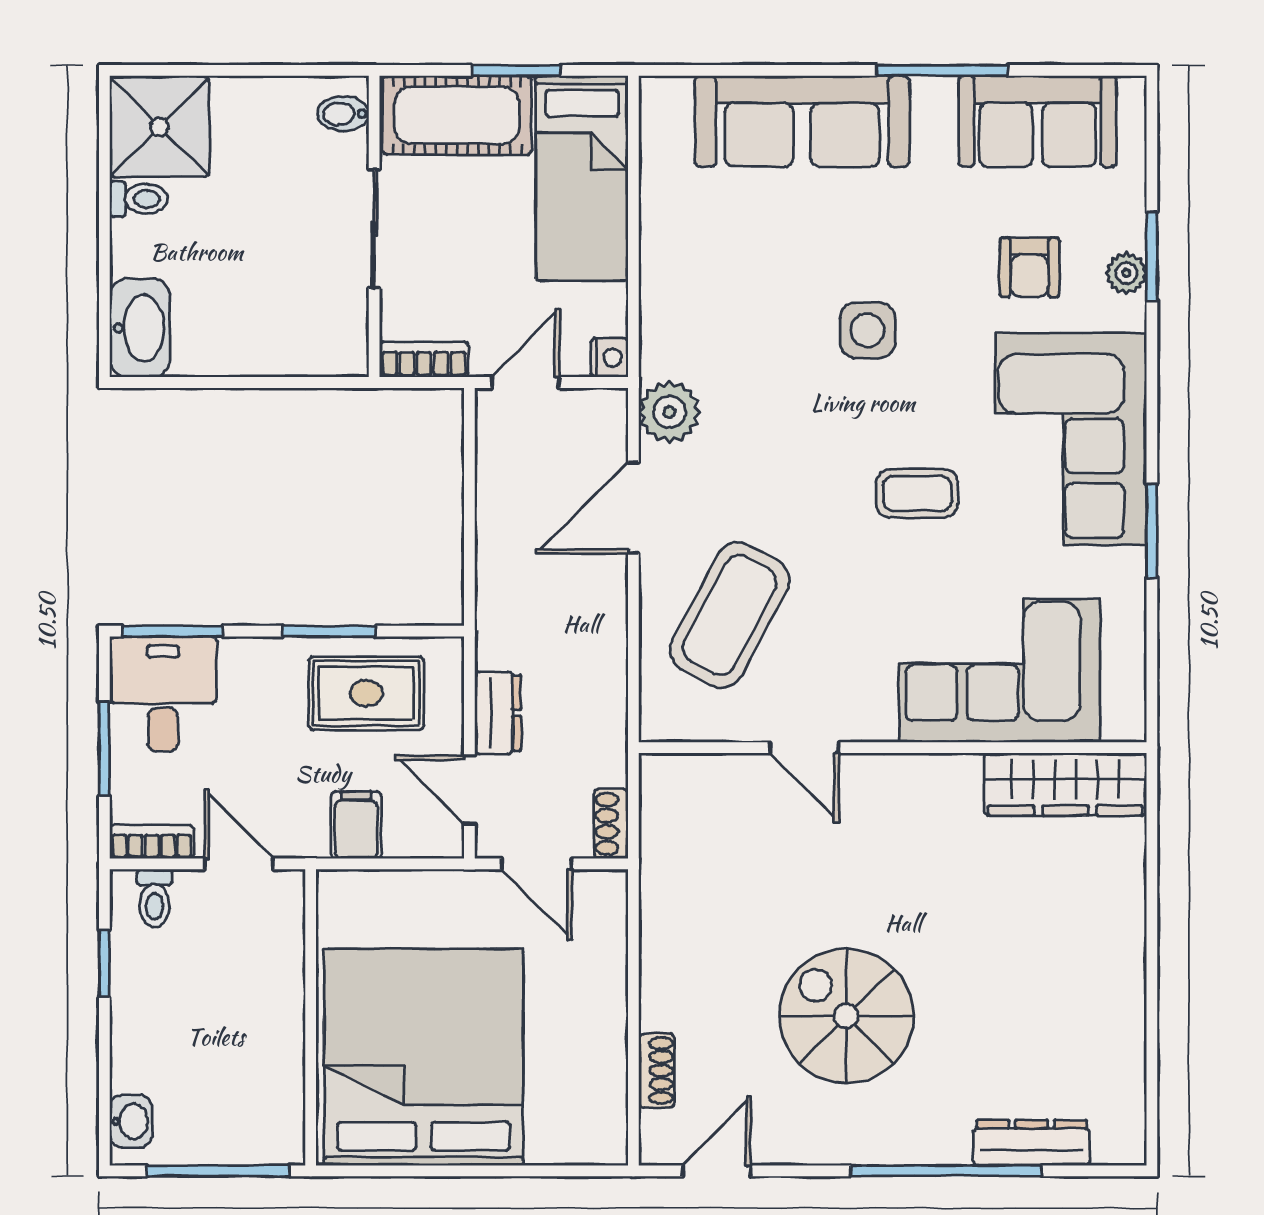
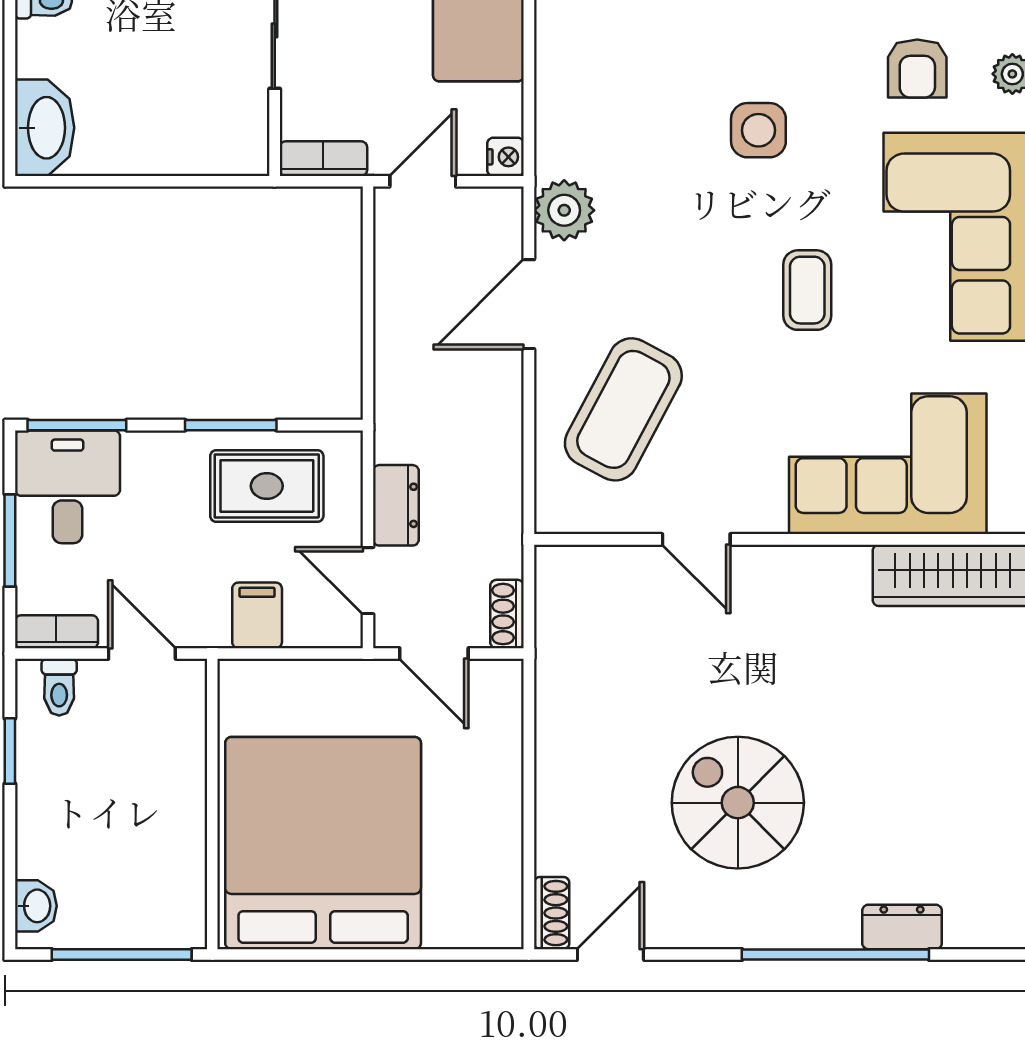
coffee table: (917, 493) -> (807, 290), turned 90
shoe rack: (657, 1071) -> (552, 913), moved
dresser: (1032, 1143) -> (902, 927), width x0.70

